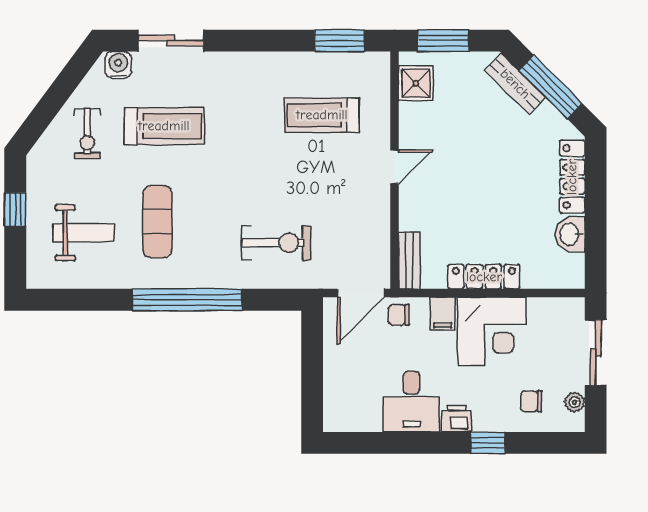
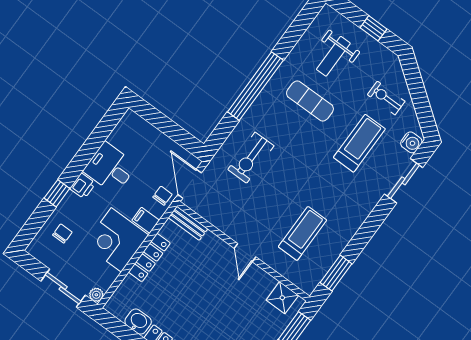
treadmill: (164, 126) -> (359, 143), turned 180
plant: (575, 402) -> (96, 295), moved

